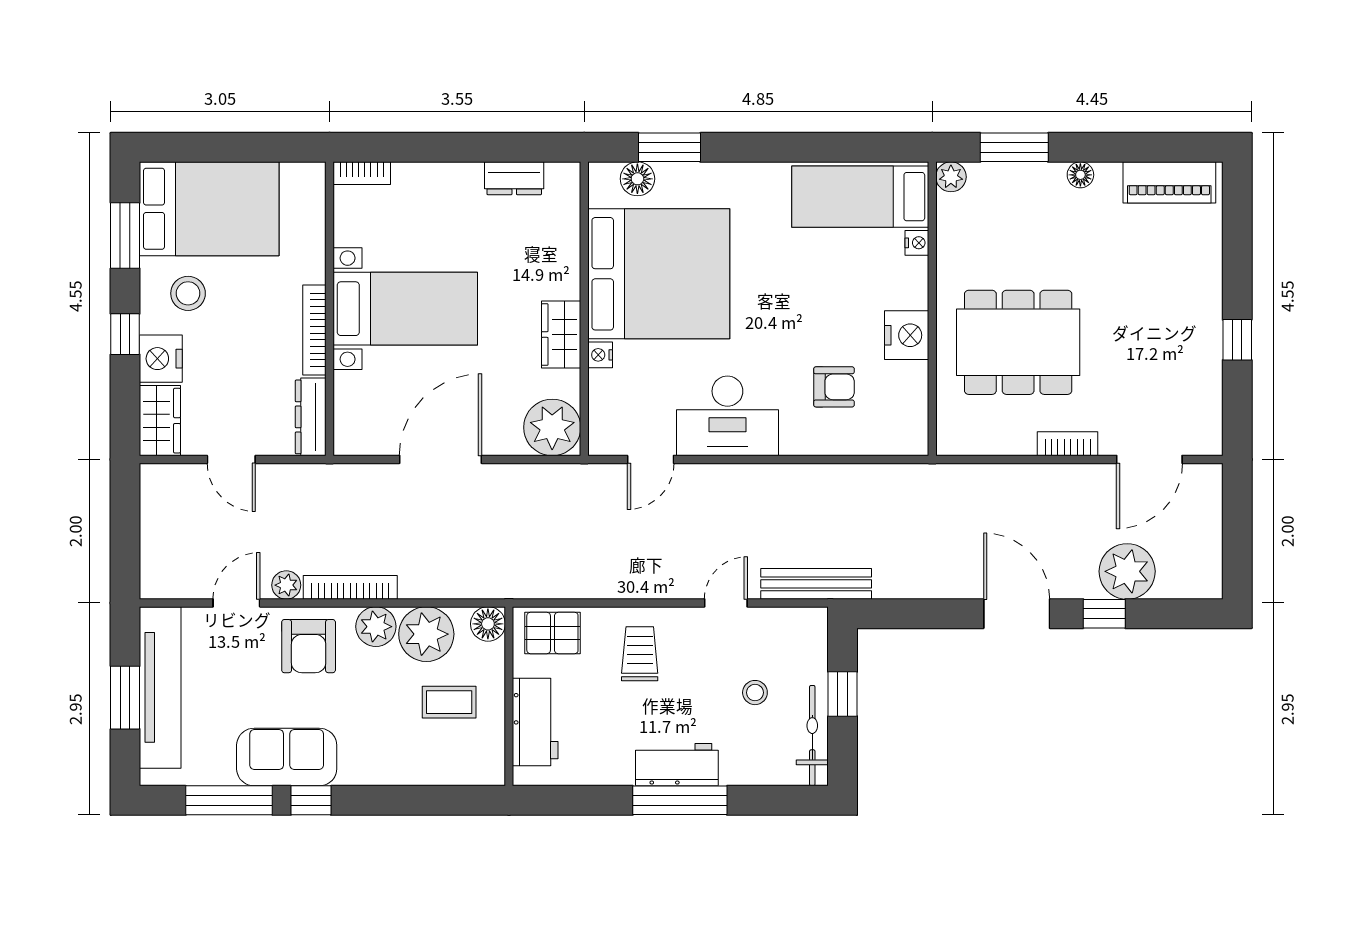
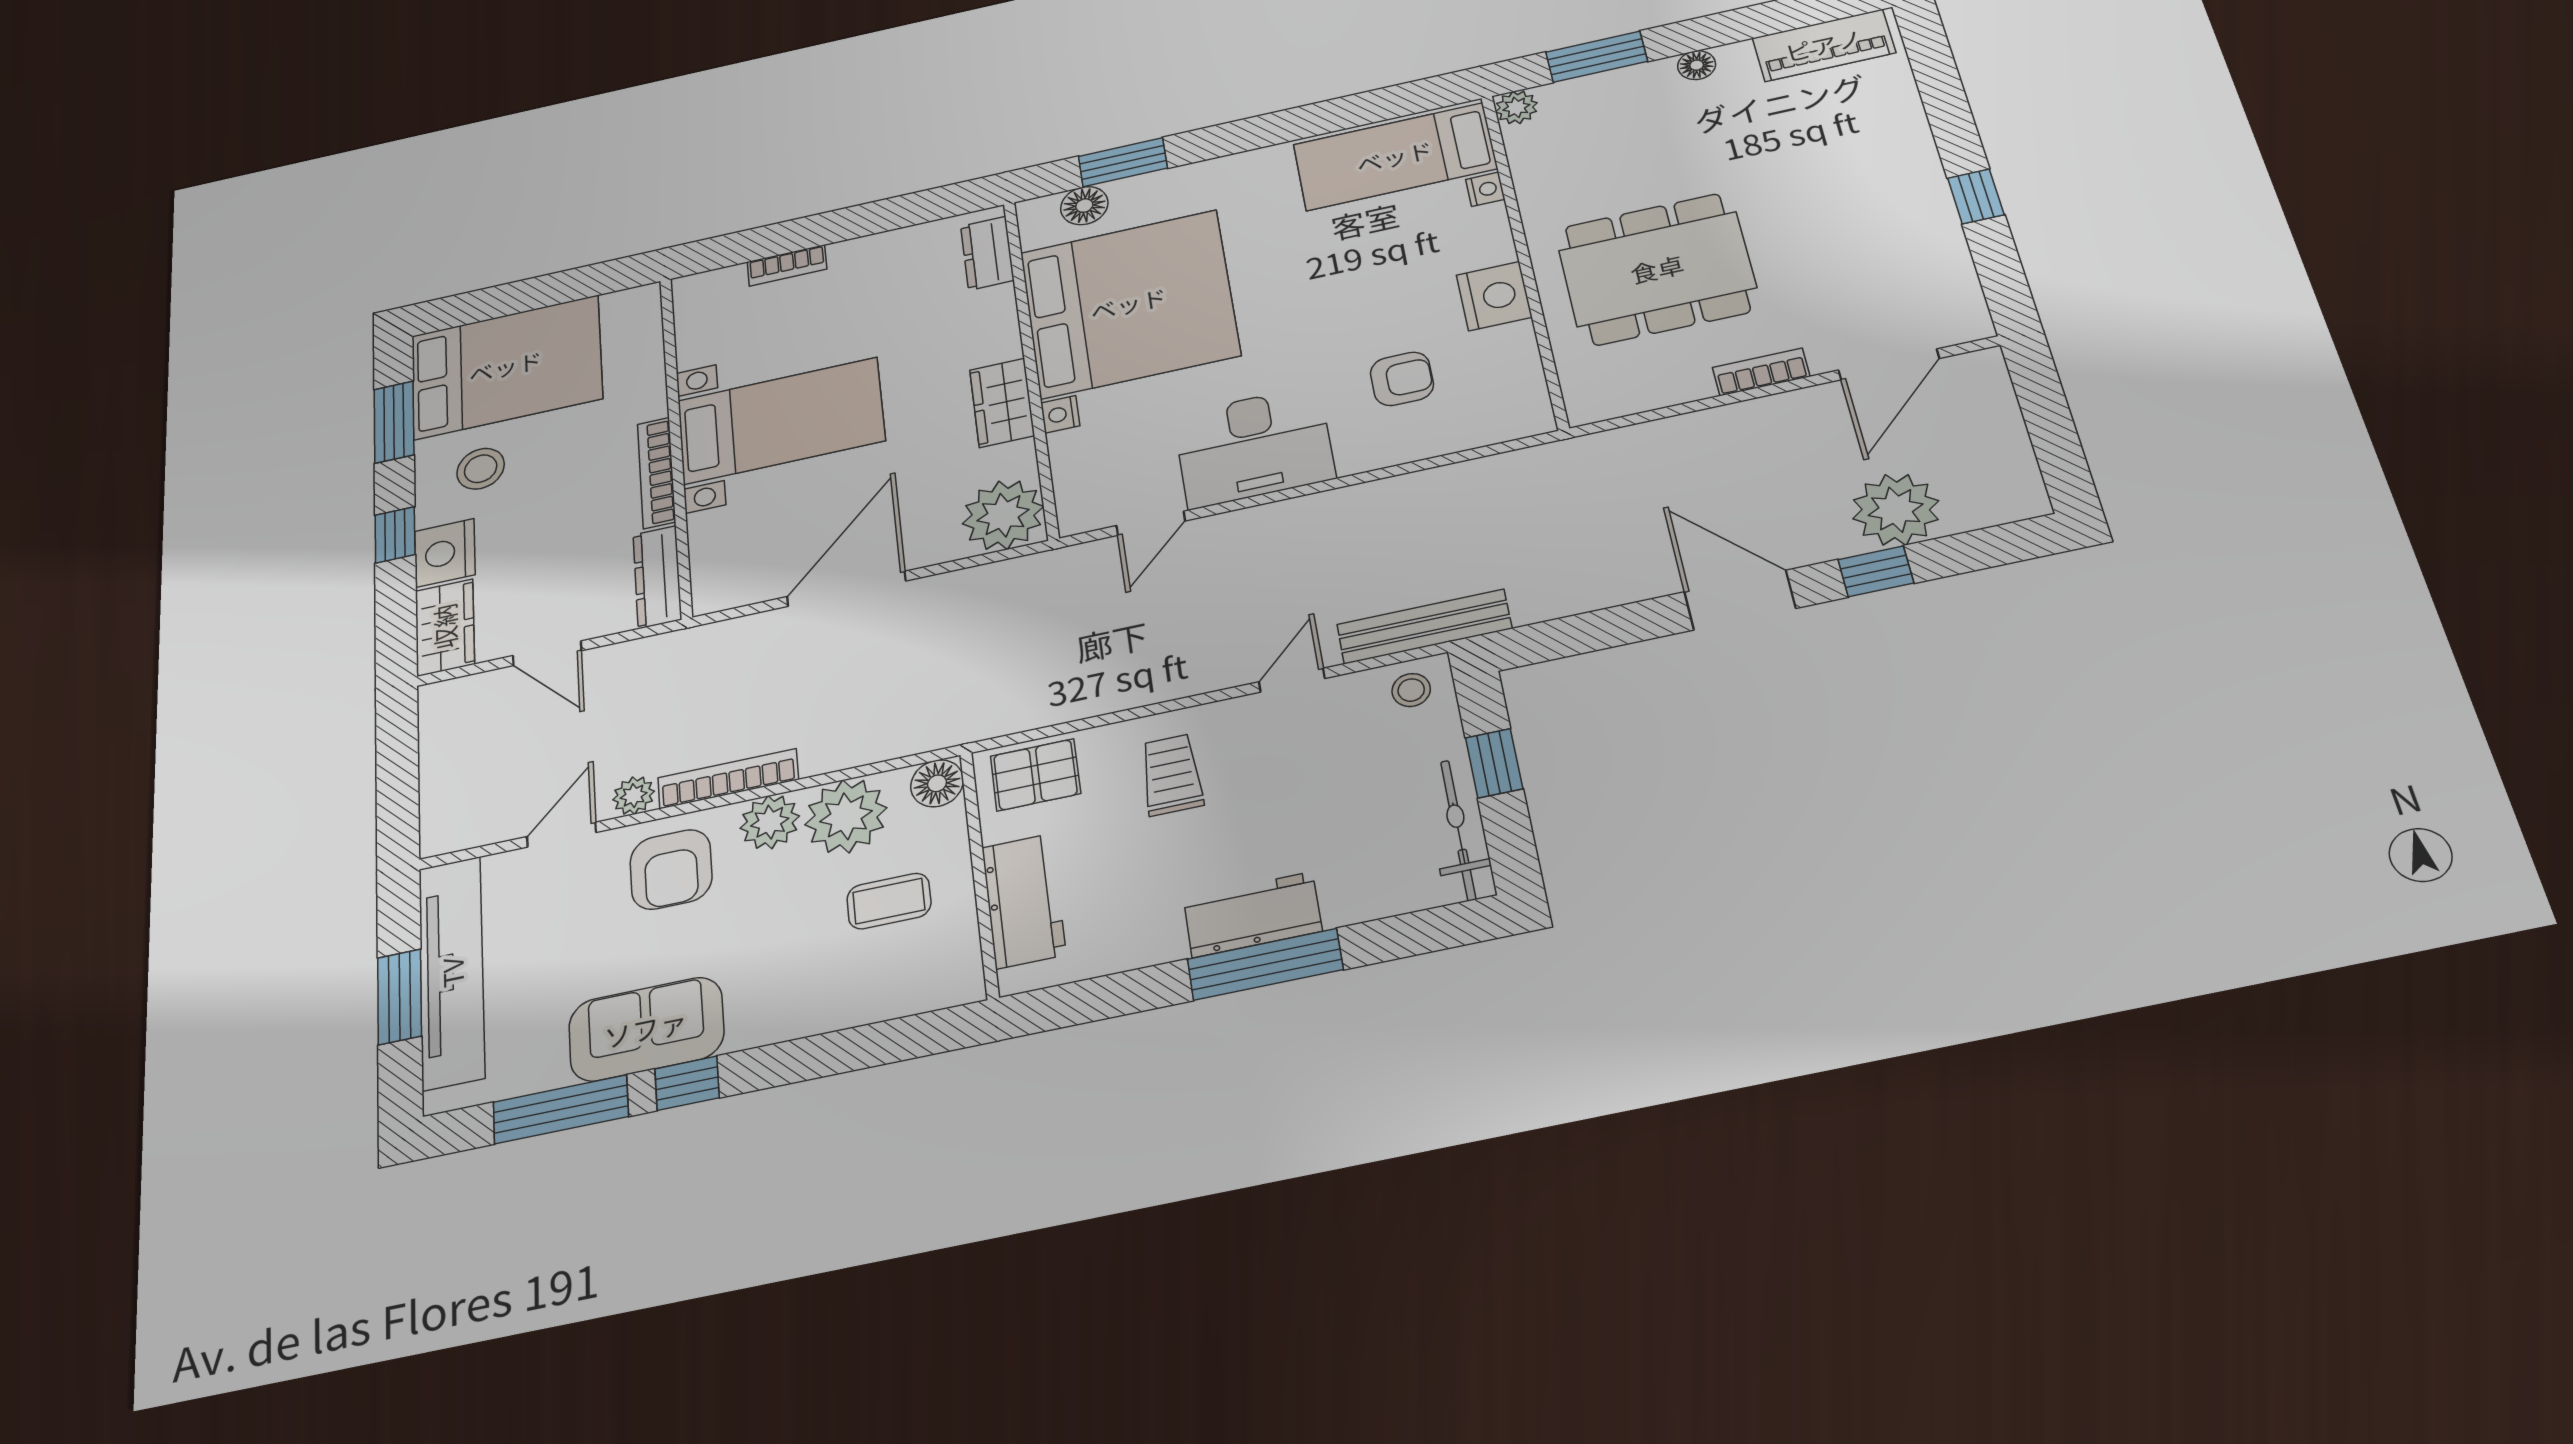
bookcase: (362, 173) -> (787, 265), moved
dresser: (514, 178) -> (987, 253), moved, turned 90
stool: (755, 693) -> (1411, 690), moved

